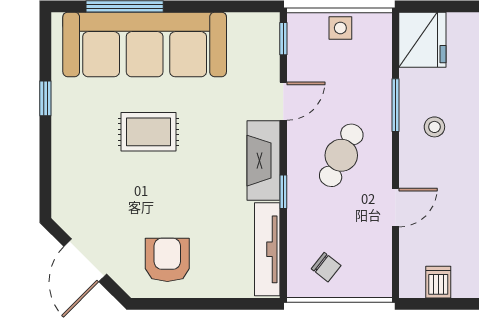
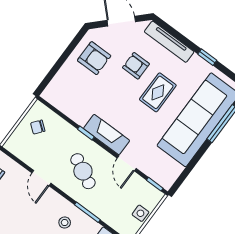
armchair: (134, 192) -> (136, 66), added
tv unit: (267, 249) -> (169, 42), moved, turned 180

